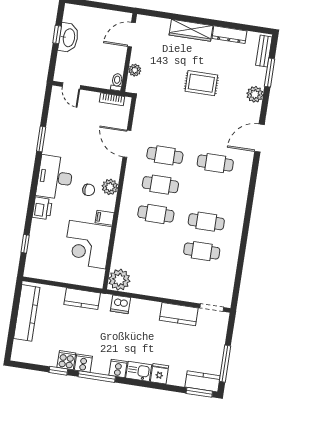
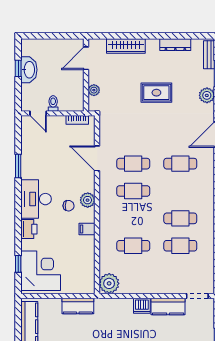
wardrobe: (191, 30) -> (126, 46), moved
toilet: (117, 82) -> (53, 103), moved
cafe table: (156, 214) -> (133, 246), moved
corner desk: (87, 245) -> (41, 271), moved, turned 180
dishwasher: (120, 304) -> (142, 306), moved

